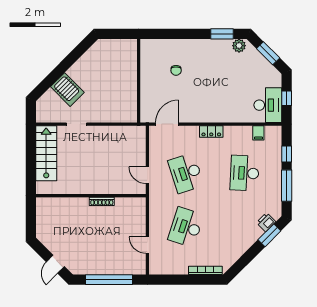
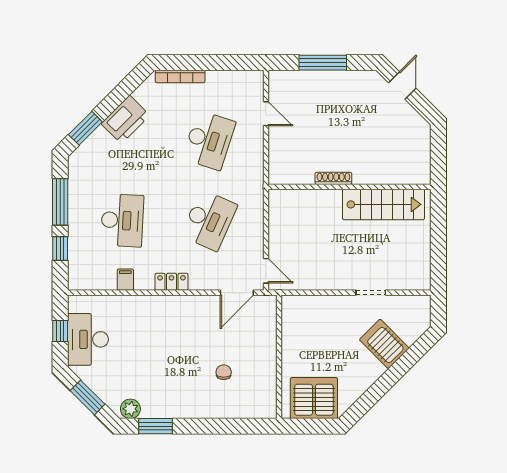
server rack: (115, 53) -> (314, 398), added
desk: (268, 105) -> (88, 339), moved
filing cabinet: (258, 133) -> (125, 280), moved
stairs: (46, 153) -> (384, 204), moved, turned -90
desk: (186, 173) -> (209, 220), turned 42
door: (147, 175) -> (266, 271), moved
printer: (266, 222) -> (125, 119), moved, width x1.87, depth x1.48
window: (109, 280) -> (323, 63), width x0.68

